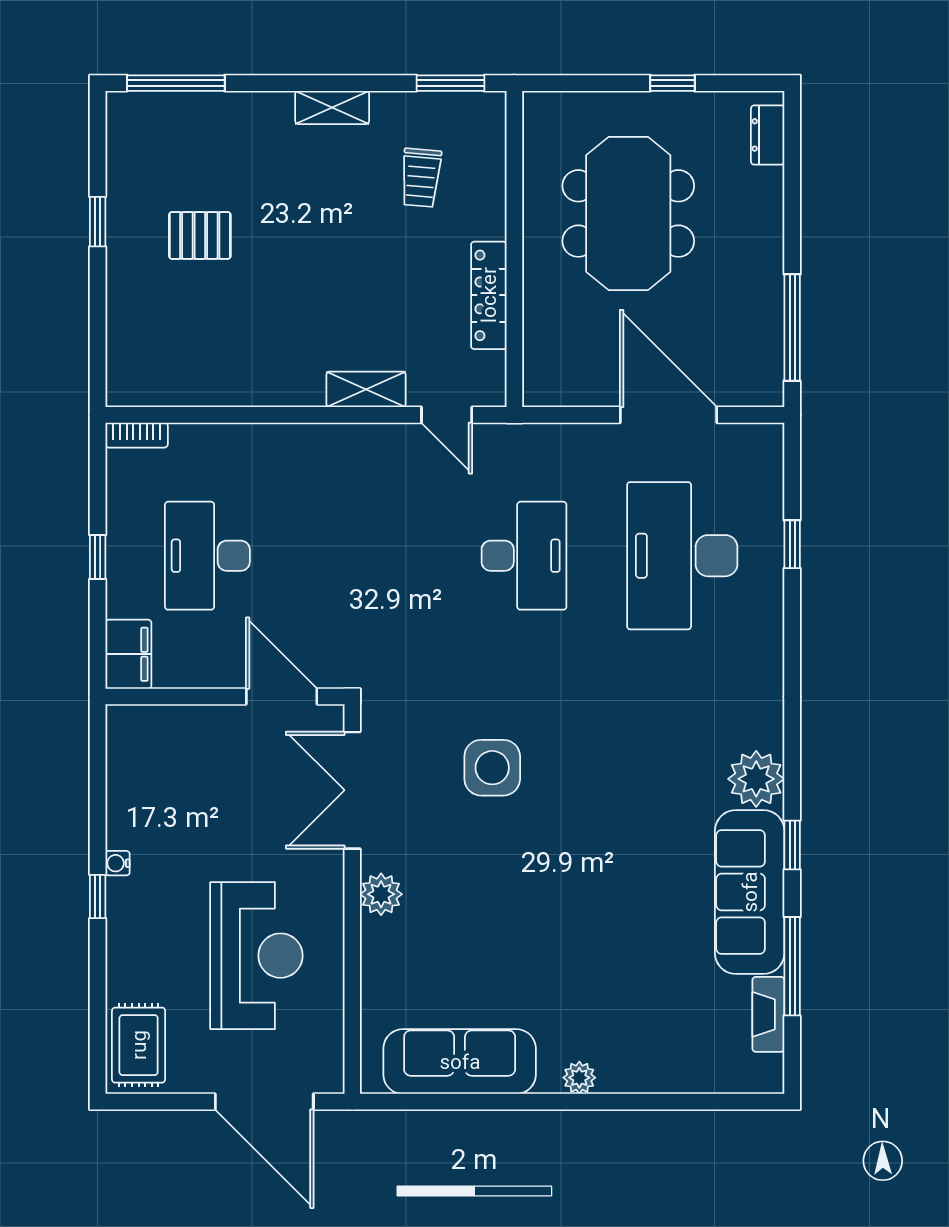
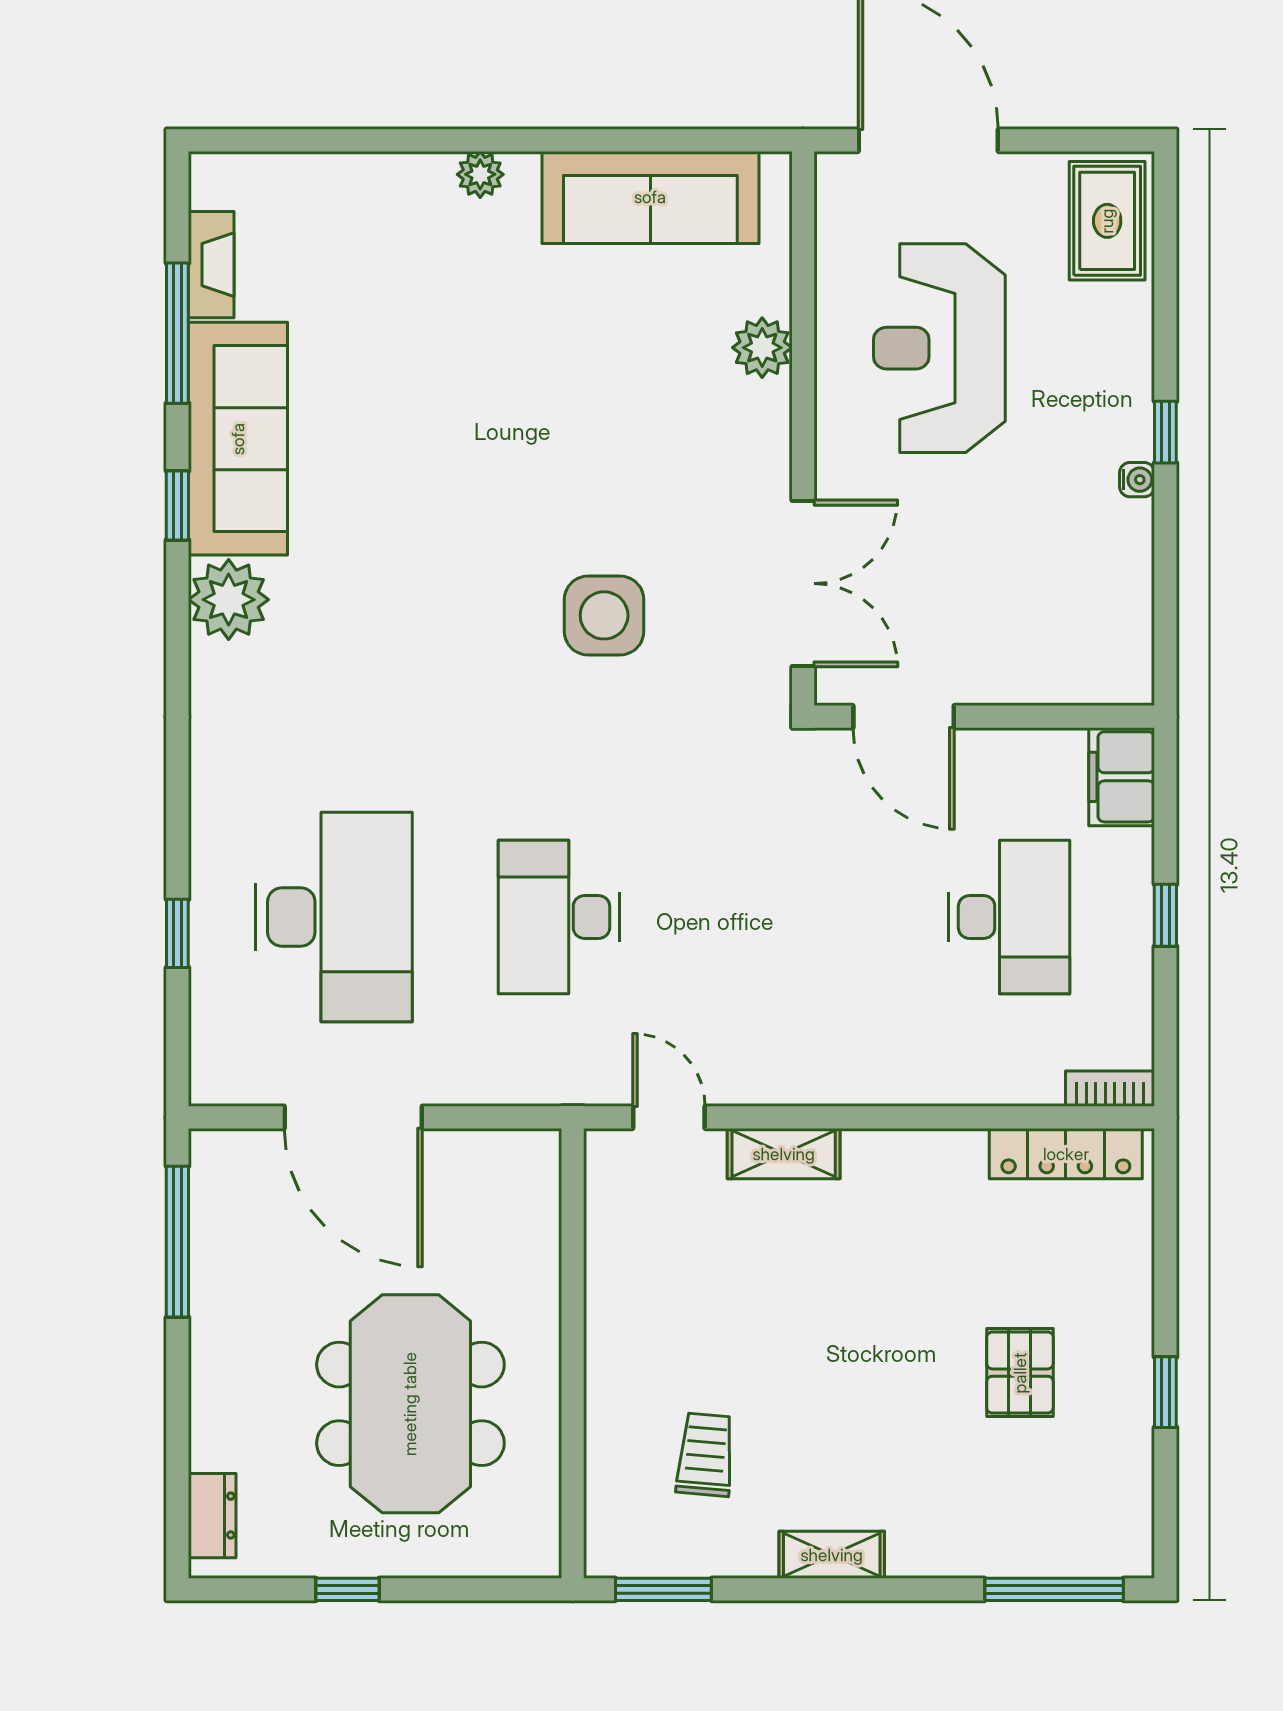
pallet: (200, 235) -> (1020, 1373), turned 90
locker: (489, 295) -> (1066, 1154), moved, turned 90
plant: (381, 894) -> (762, 348), moved

